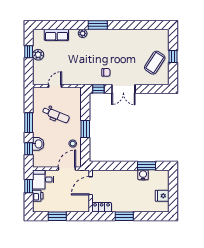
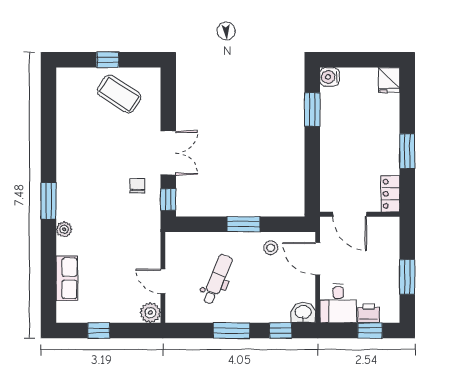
plant: (38, 55) -> (150, 313), moved
washbasin: (38, 144) -> (303, 312), moved
water cooler: (143, 175) -> (329, 77), moved
window: (29, 186) -> (370, 330), moved
fridge: (162, 196) -> (389, 80), moved

